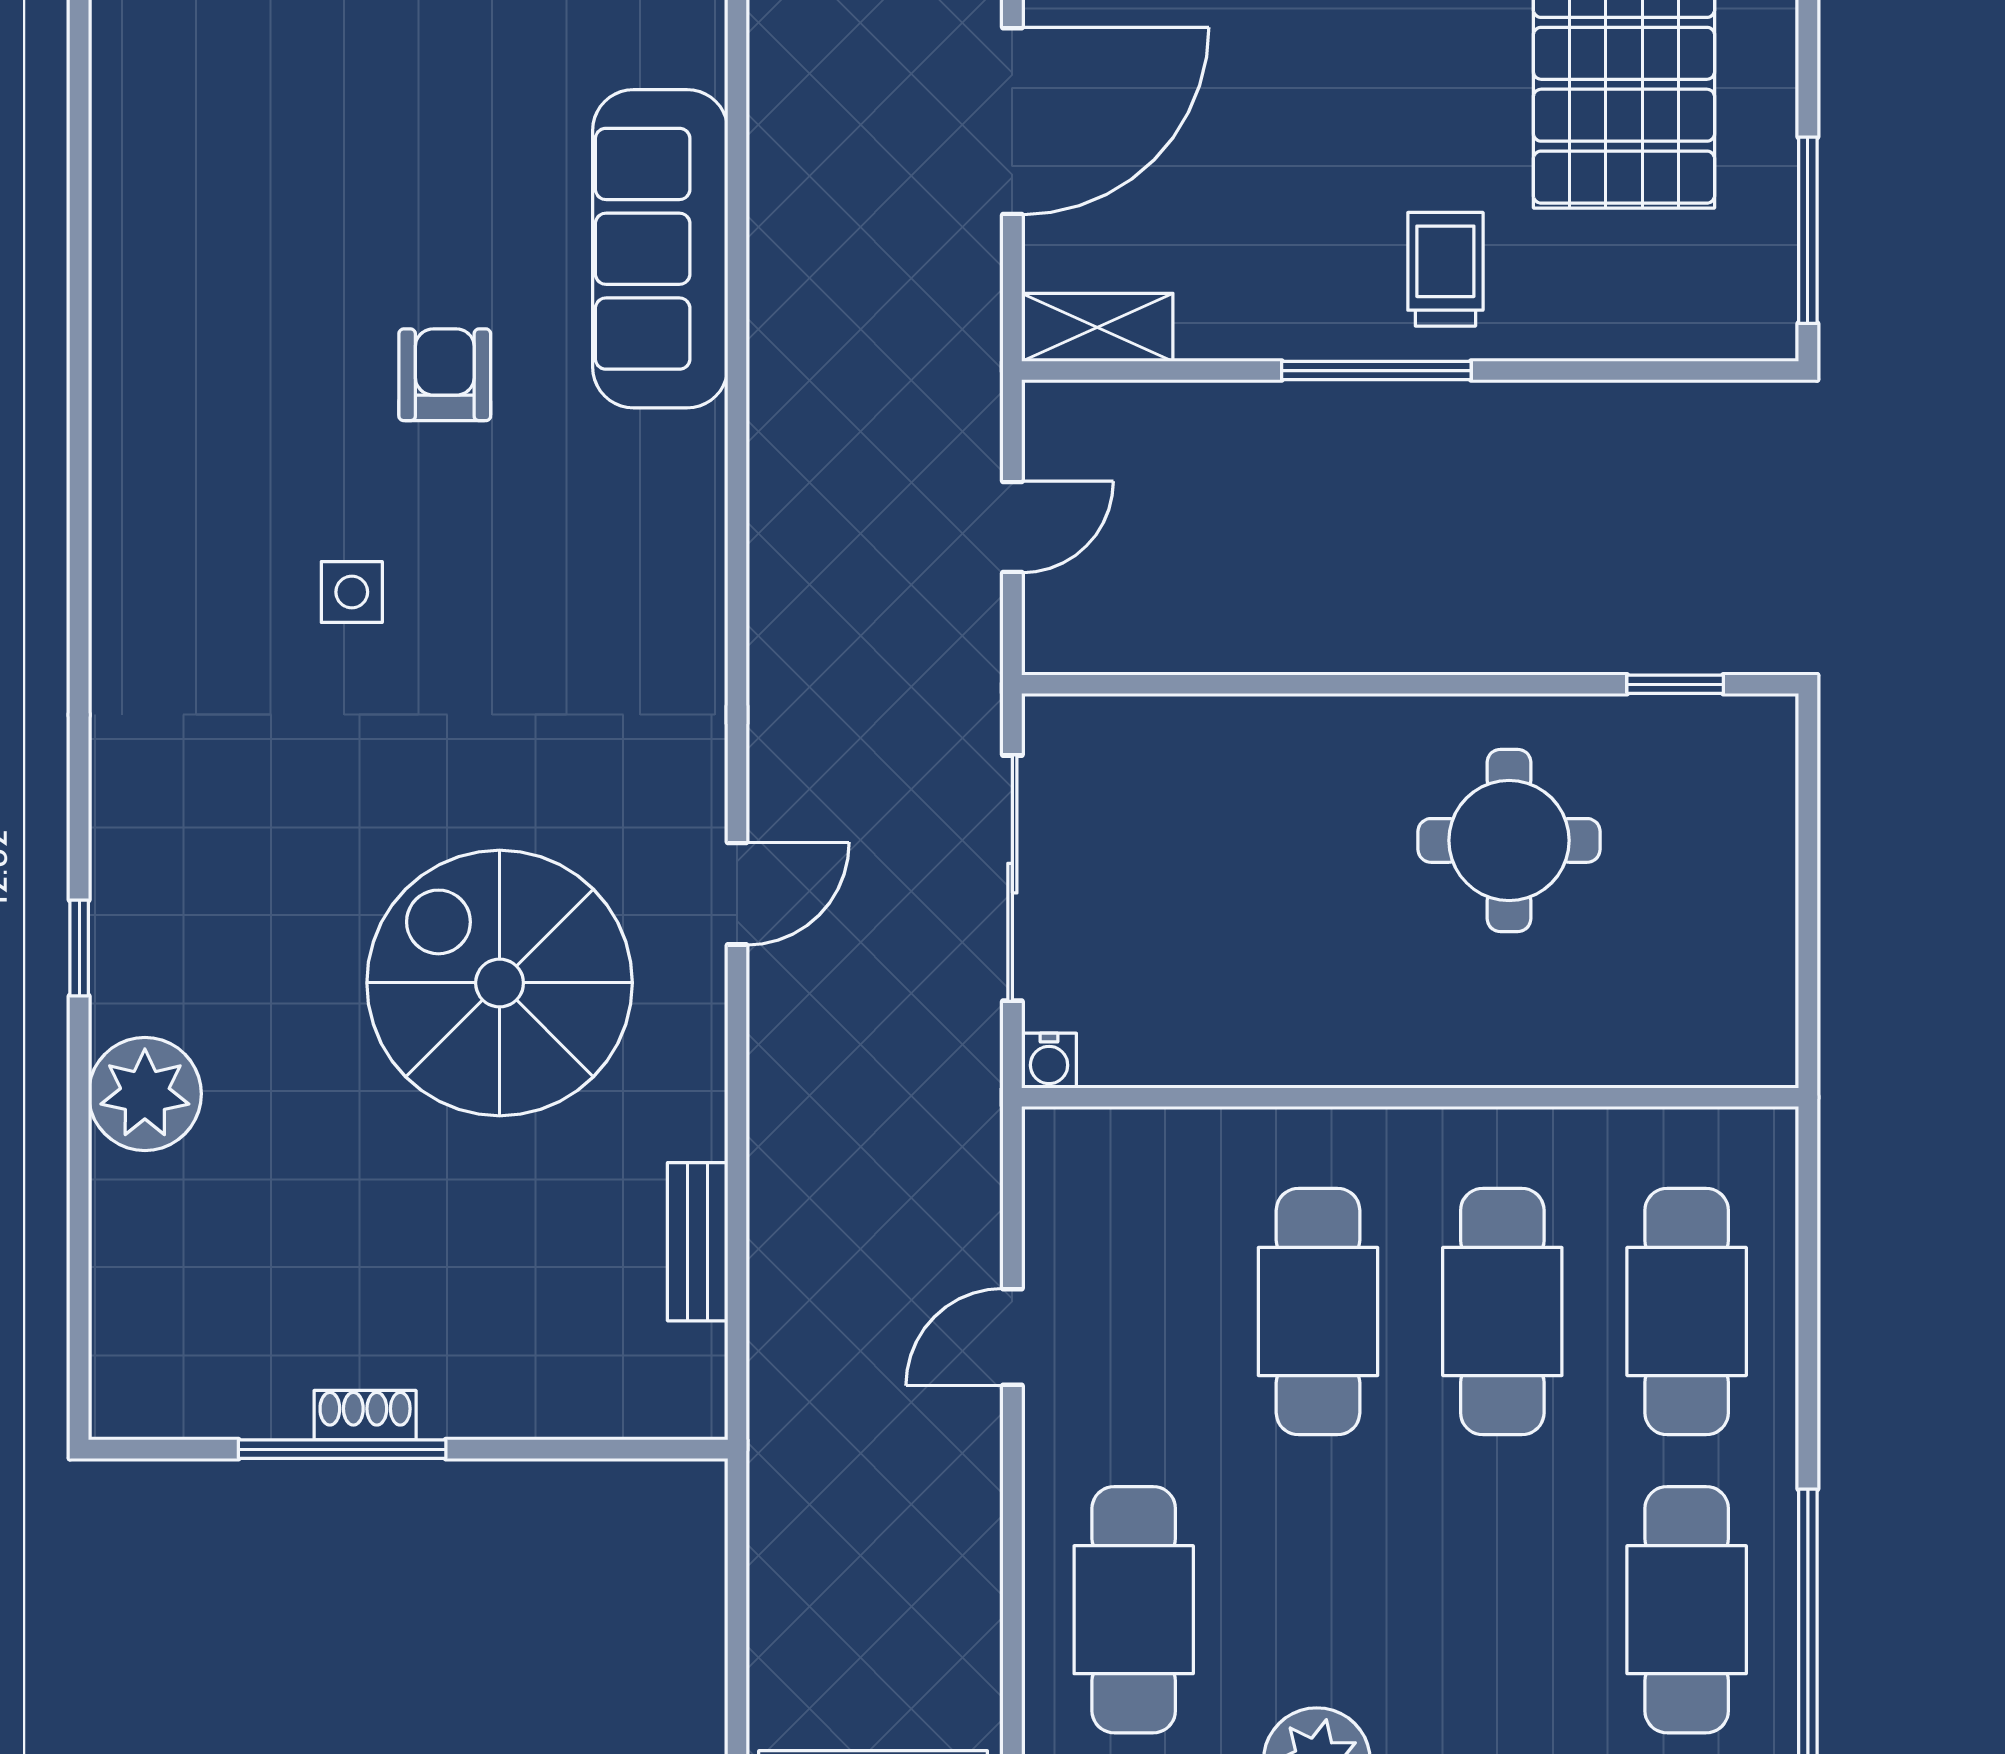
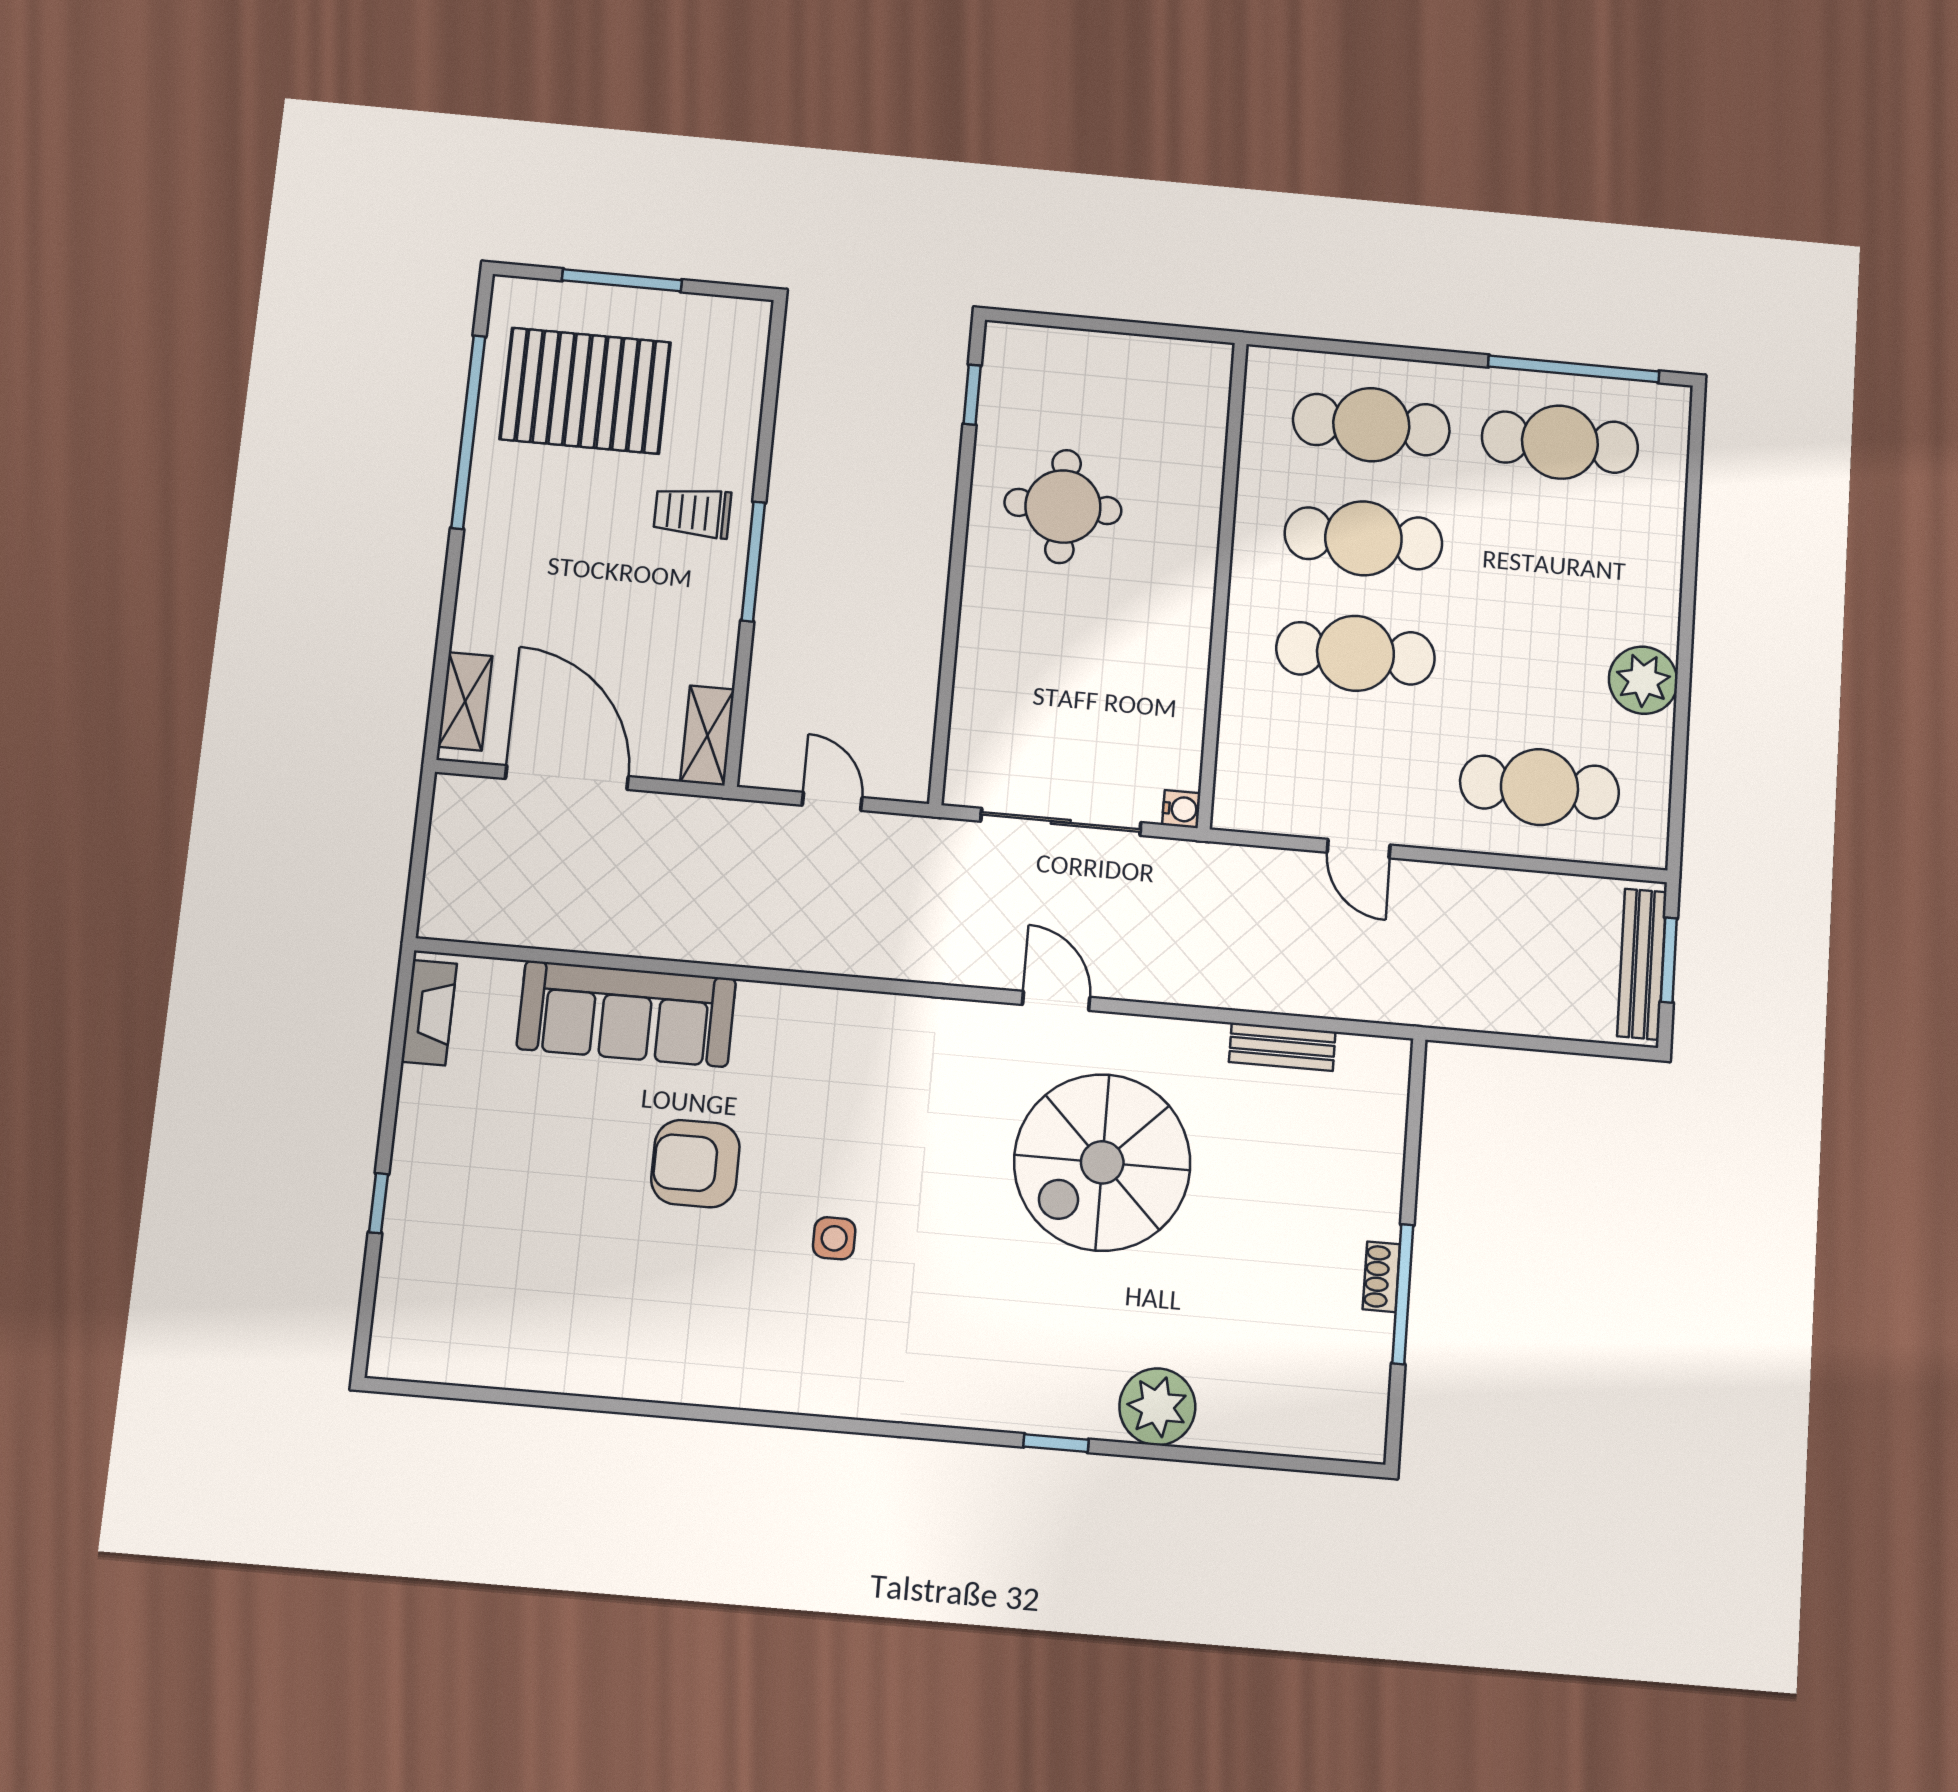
window: (1808, 230) -> (622, 280), moved
armchair: (445, 375) -> (695, 1164), width x1.38, depth x1.38

